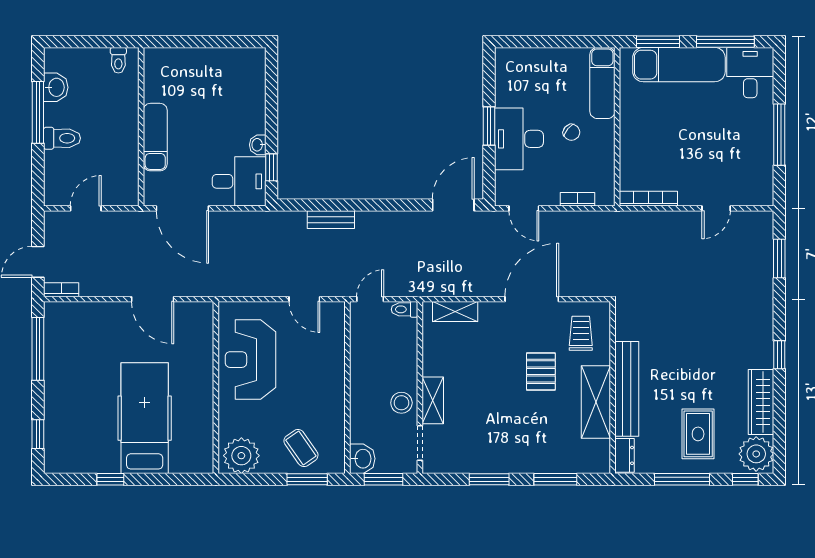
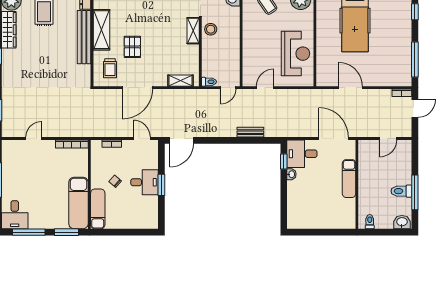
exam couch: (679, 65) -> (78, 203), moved, turned -90
washbasin: (56, 87) -> (402, 222), moved, turned 90
toilet: (62, 138) -> (401, 191), moved
desk: (519, 139) -> (145, 182), width x0.73
door: (304, 299) -> (265, 88), hinge flipped

